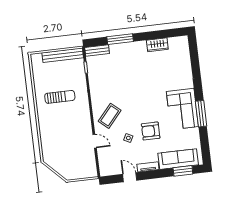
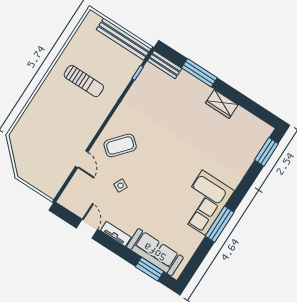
wardrobe: (157, 45) -> (222, 104), moved
window: (194, 52) -> (266, 152), added
armchair: (151, 131) -> (150, 198), removed

